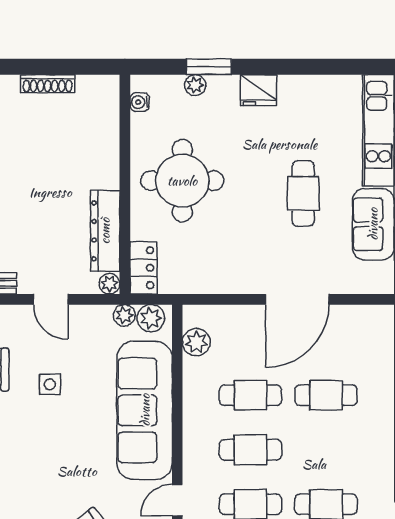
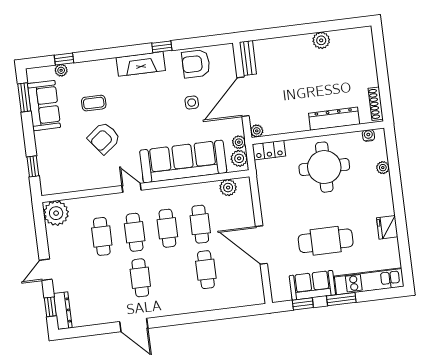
window: (209, 67) -> (395, 174), removed
shoe rack: (48, 84) -> (376, 104), moved
fridge: (259, 90) -> (387, 227), moved
cafe table: (303, 193) -> (326, 241), width x1.37, depth x1.35
dresser: (105, 231) -> (334, 119), moved
door: (51, 299) -> (243, 97), width x1.87

